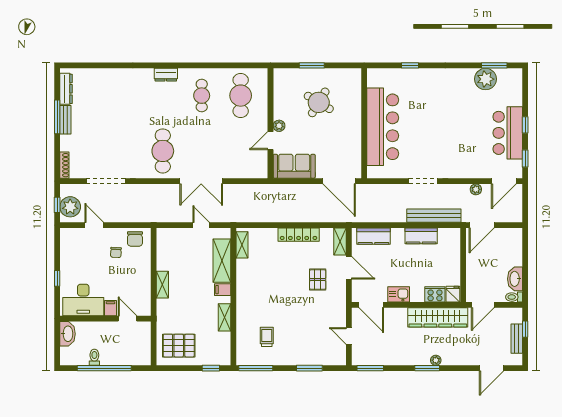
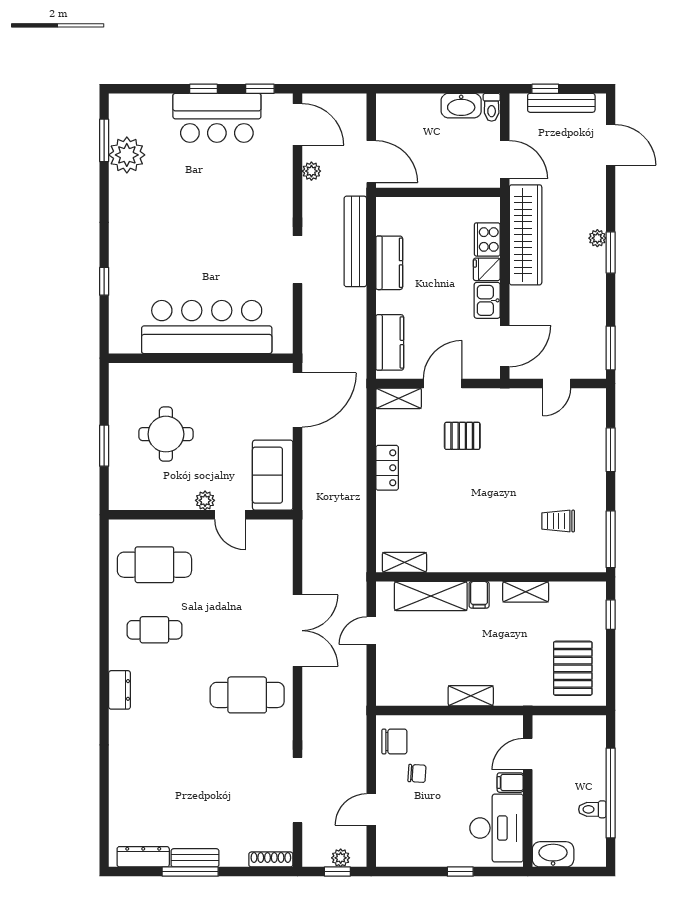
round table: (319, 102) -> (166, 434), turned -31
plant: (70, 207) -> (341, 858), width x0.53, depth x0.53
locker: (299, 235) -> (387, 468), width x0.66
fridge: (453, 294) -> (487, 269), moved
bench: (517, 339) -> (561, 103), width x1.36

